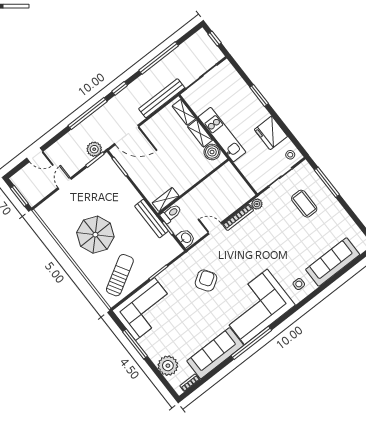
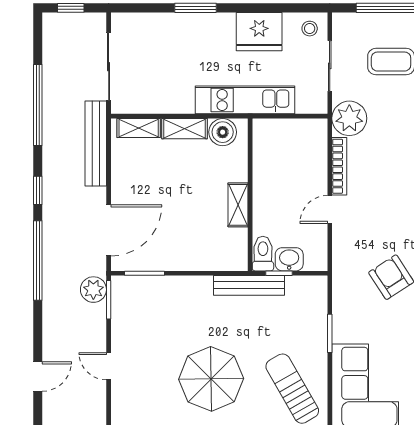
kitchen unit: (222, 135) -> (245, 100), moved
shelving: (166, 200) -> (238, 205), moved
plant: (257, 204) -> (349, 118), width x1.87, depth x1.87
washbasin: (186, 238) -> (289, 259), moved

